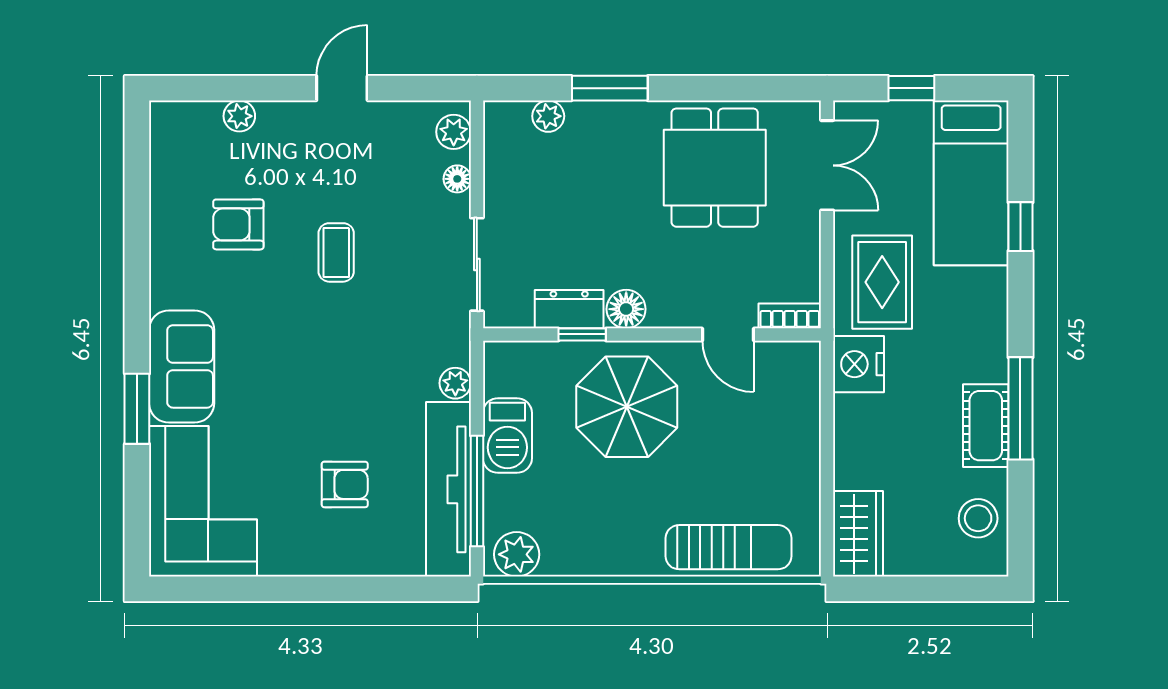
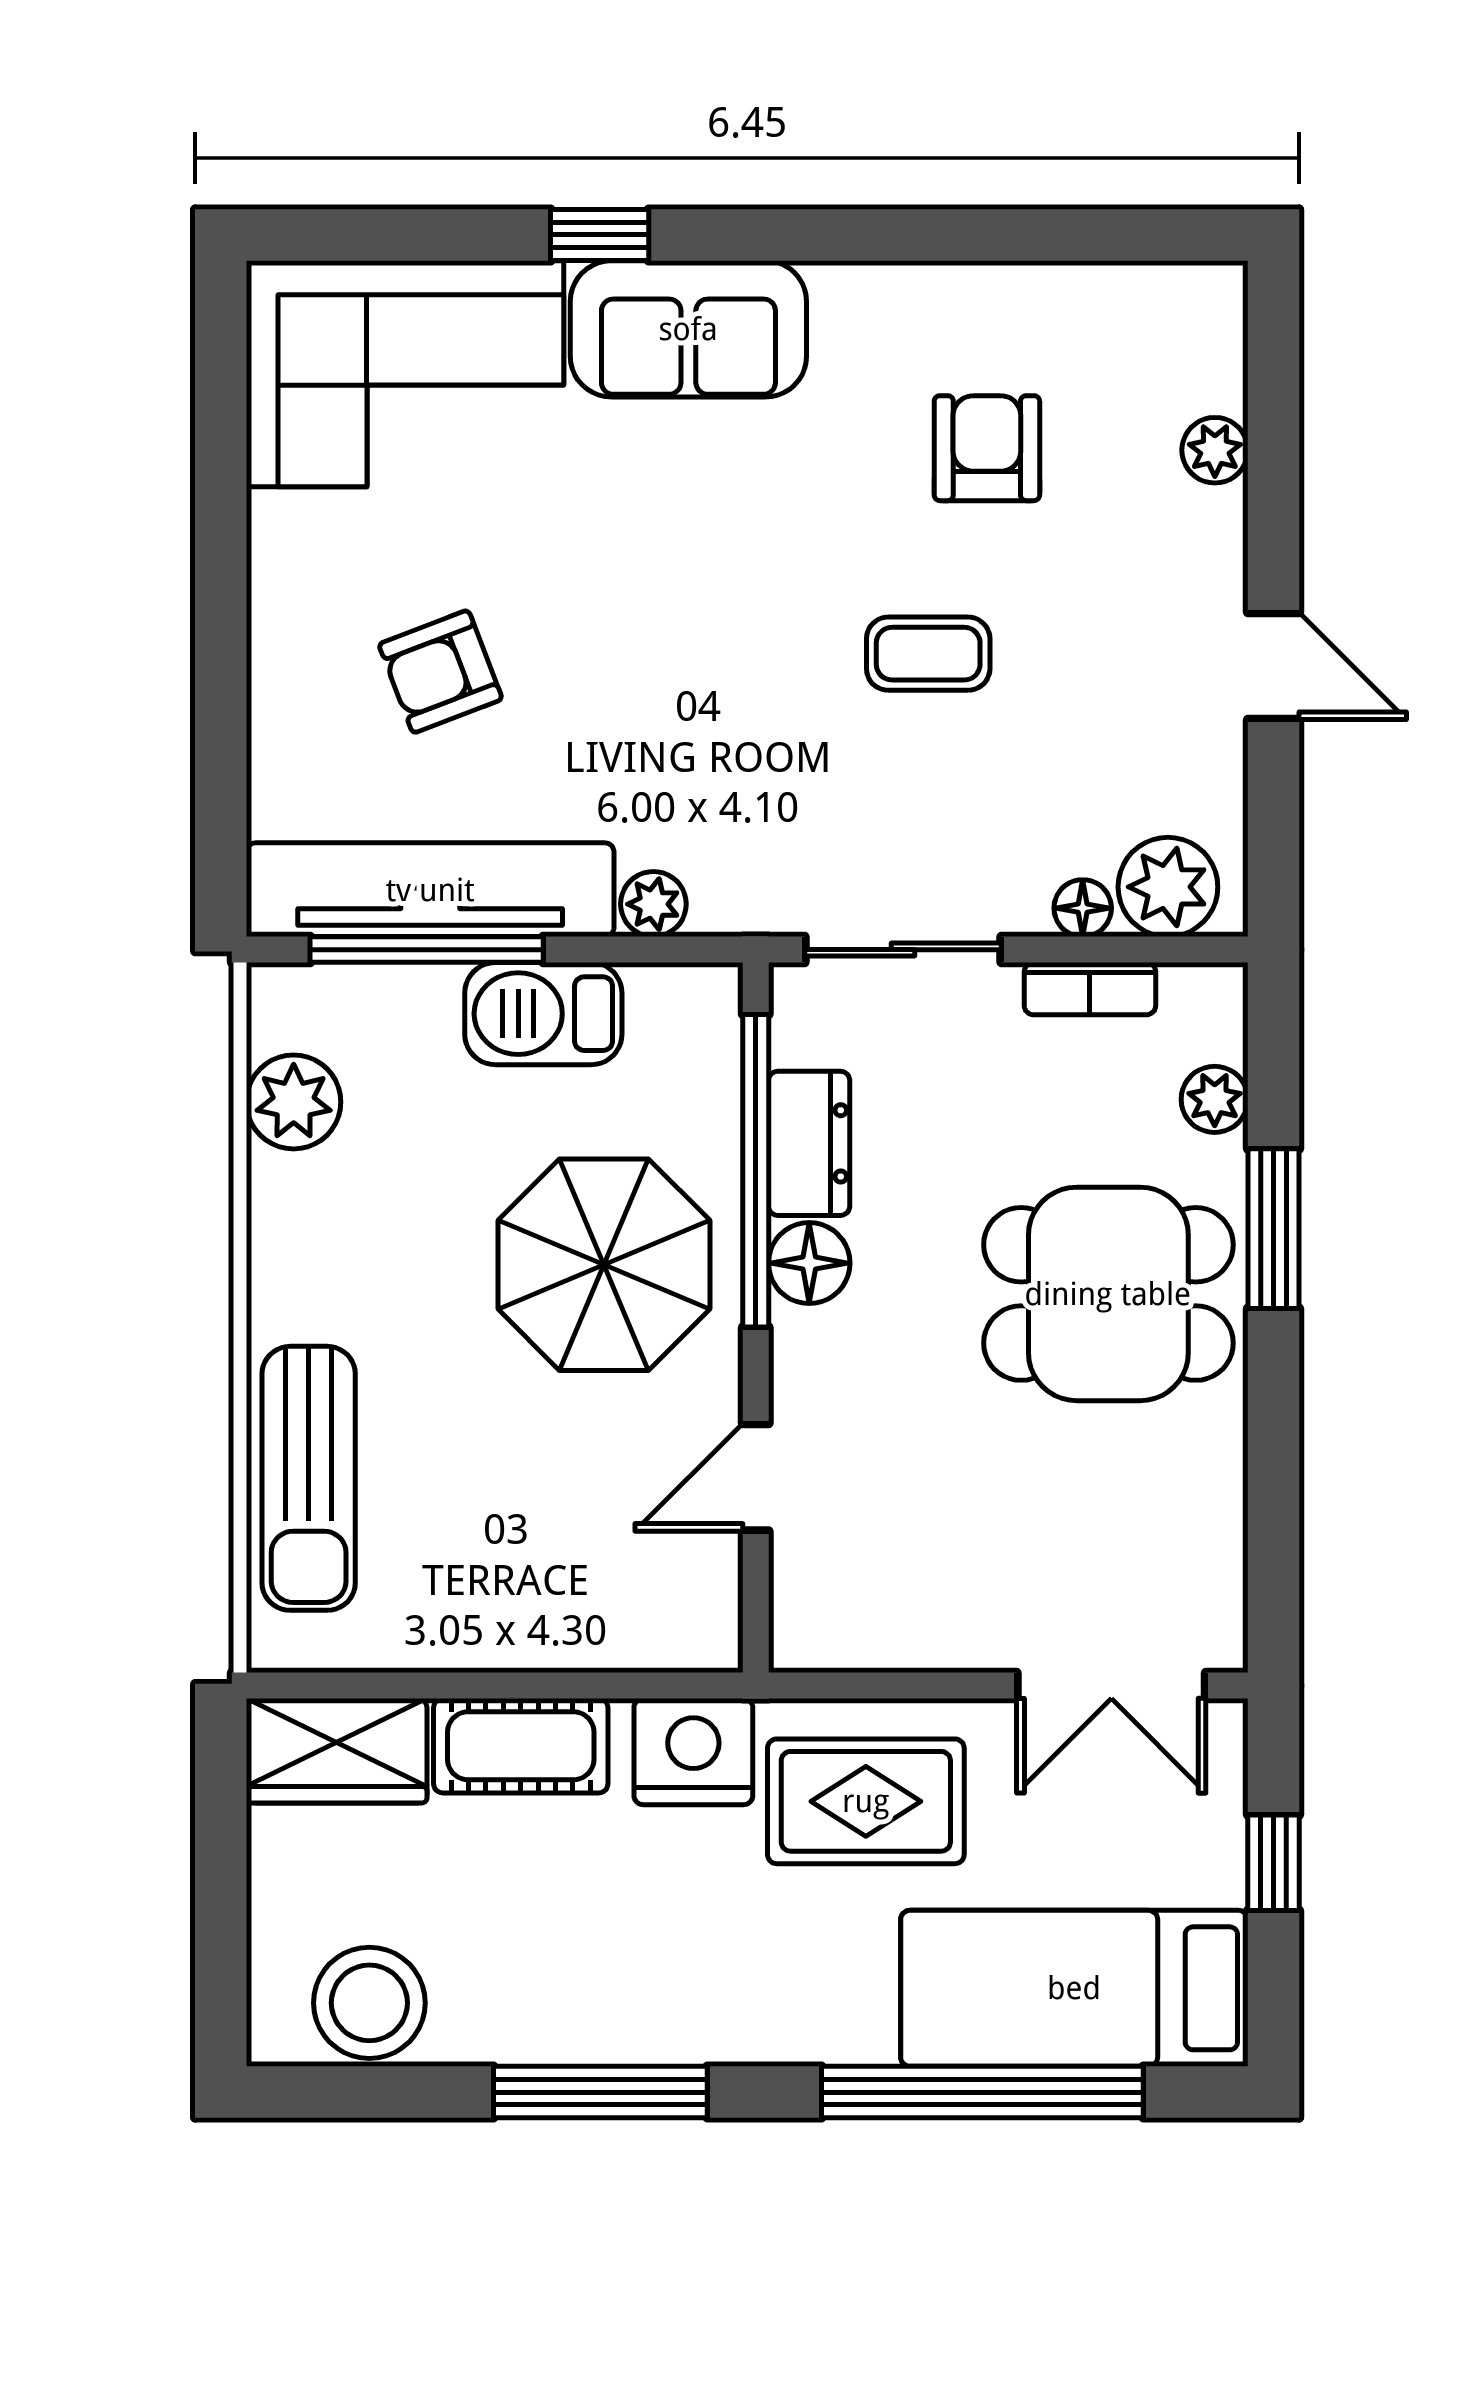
plant: (454, 132) -> (1168, 887), width x1.38, depth x1.38
dining table: (715, 168) -> (1108, 1294), moved
window: (1020, 227) -> (982, 2092), width x3.17
bookcase: (790, 316) -> (1090, 989), moved, turned 90
window: (582, 334) -> (756, 1171), width x3.17
window: (137, 409) -> (600, 235), width x0.67
cot: (986, 426) -> (521, 1746), moved
armchair: (345, 484) -> (440, 672), turned 69
stool: (978, 518) -> (369, 2003), width x1.38, depth x1.38
plant: (517, 554) -> (294, 1102), moved

